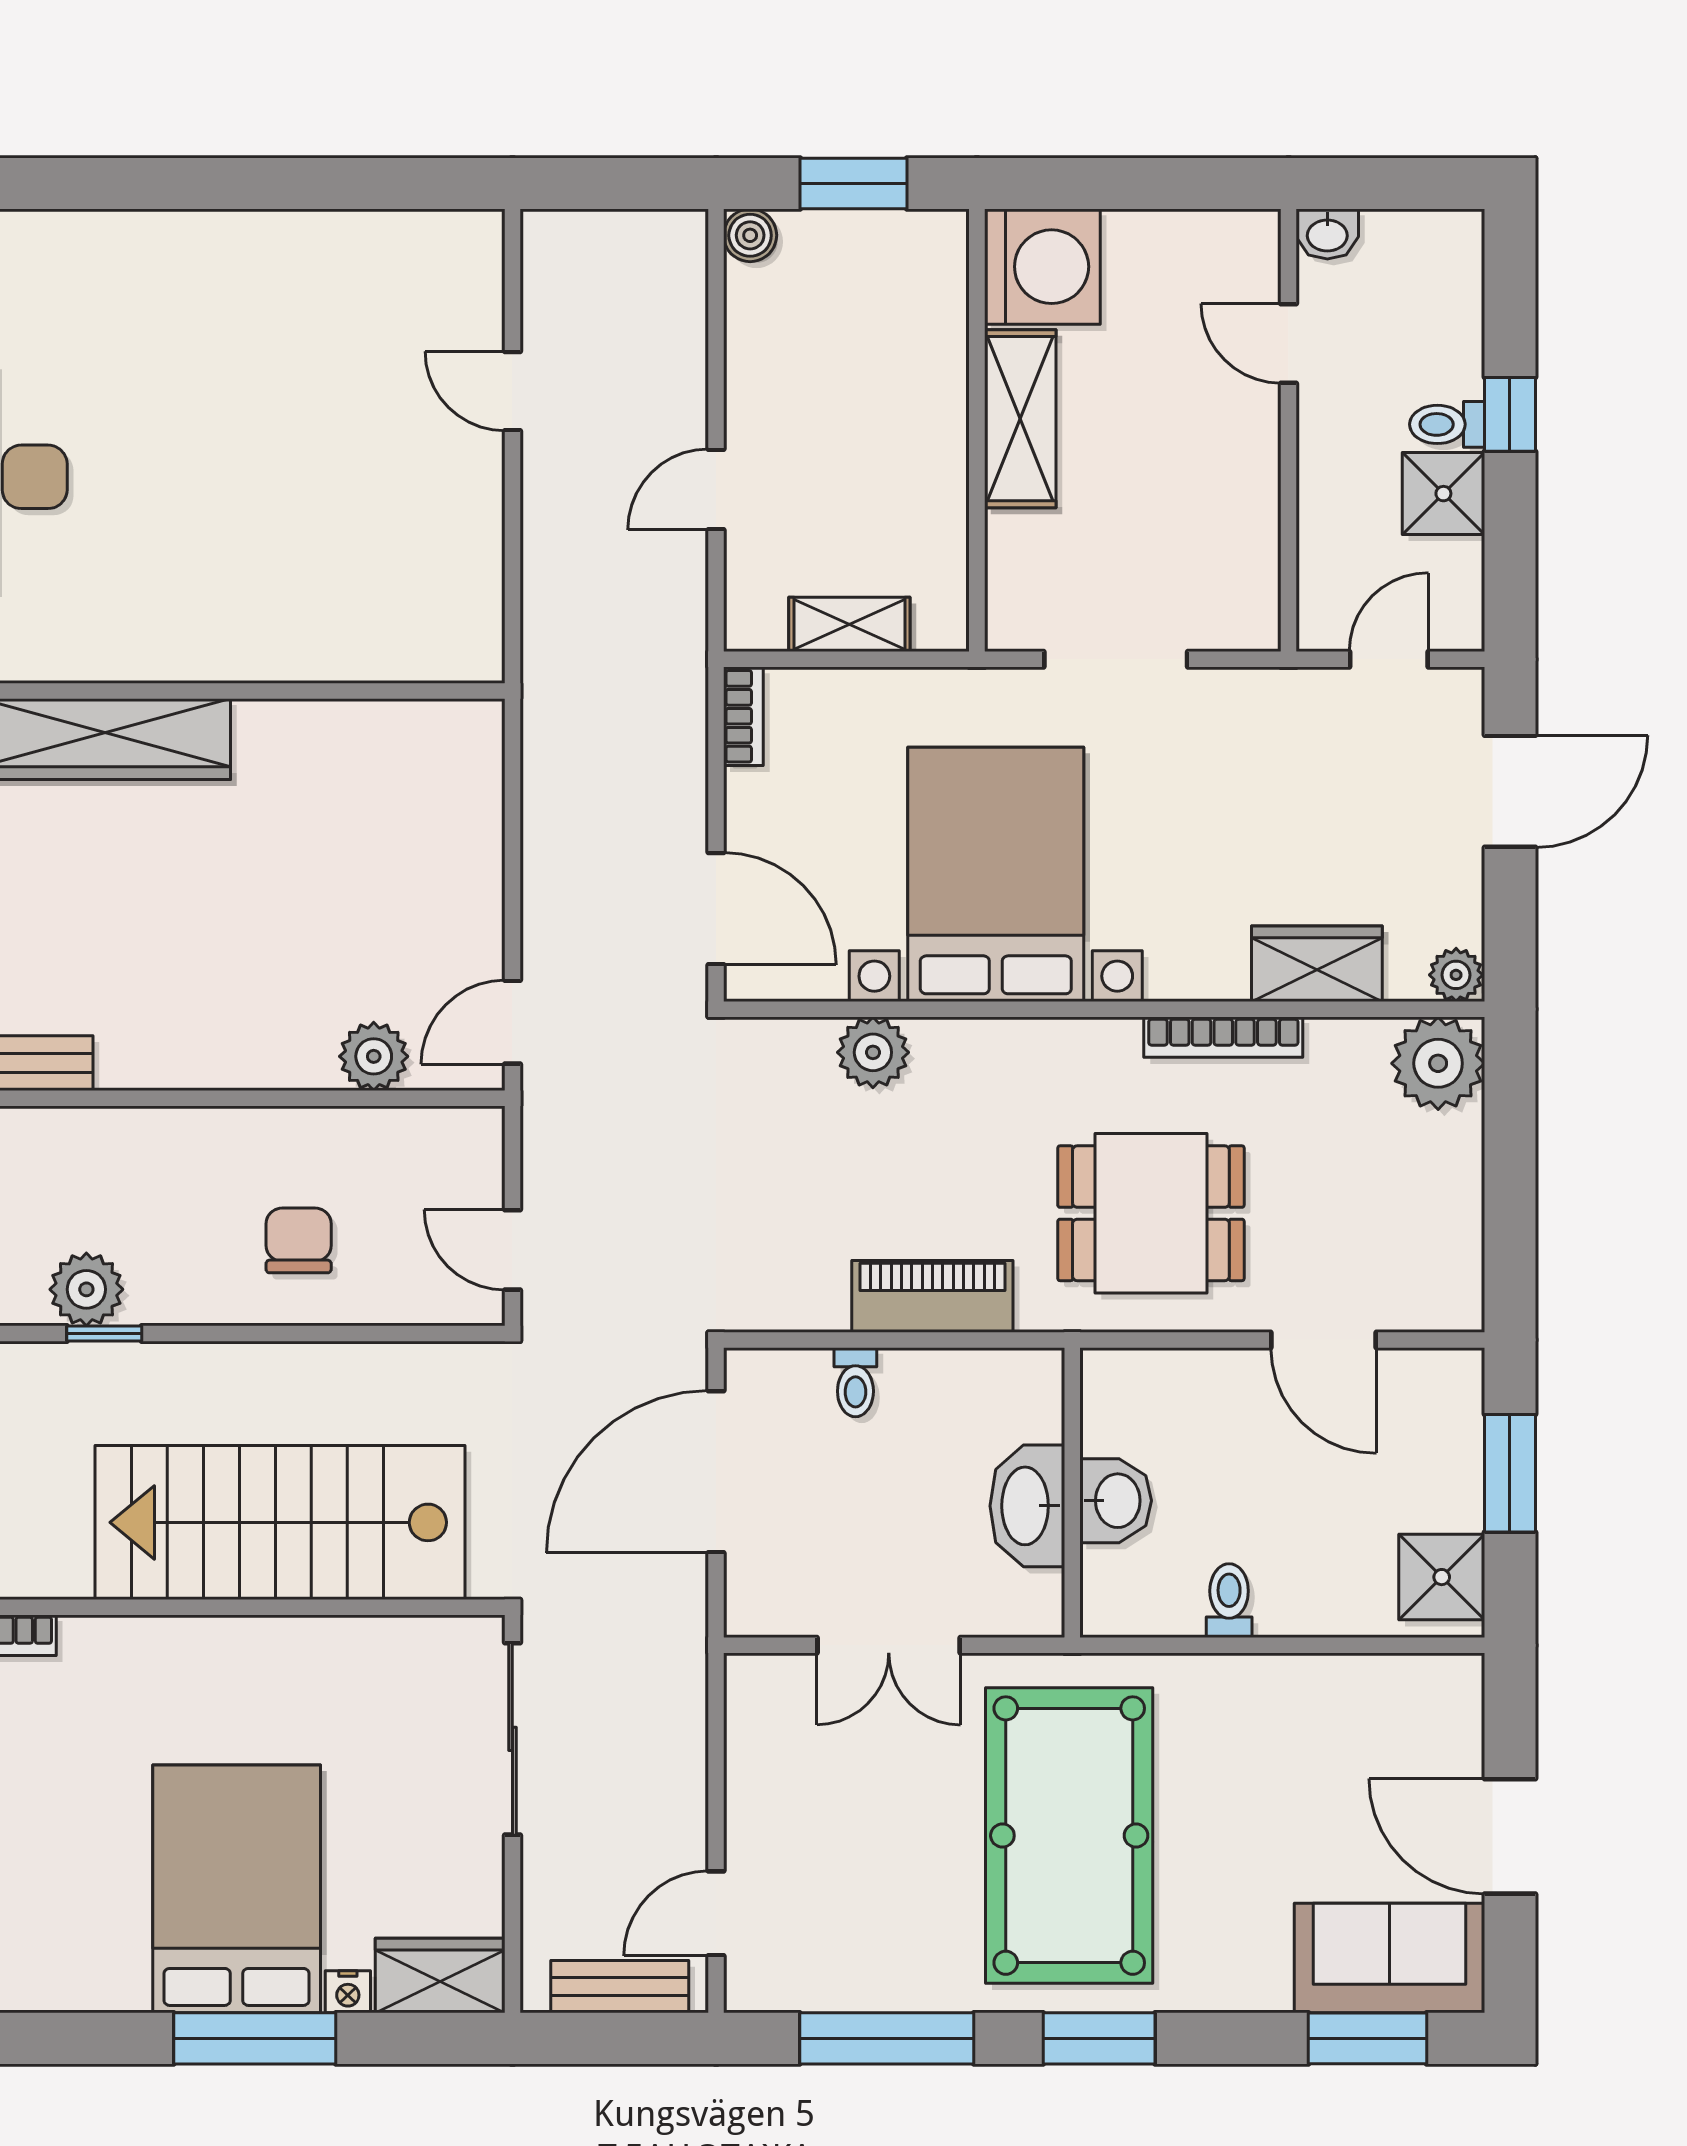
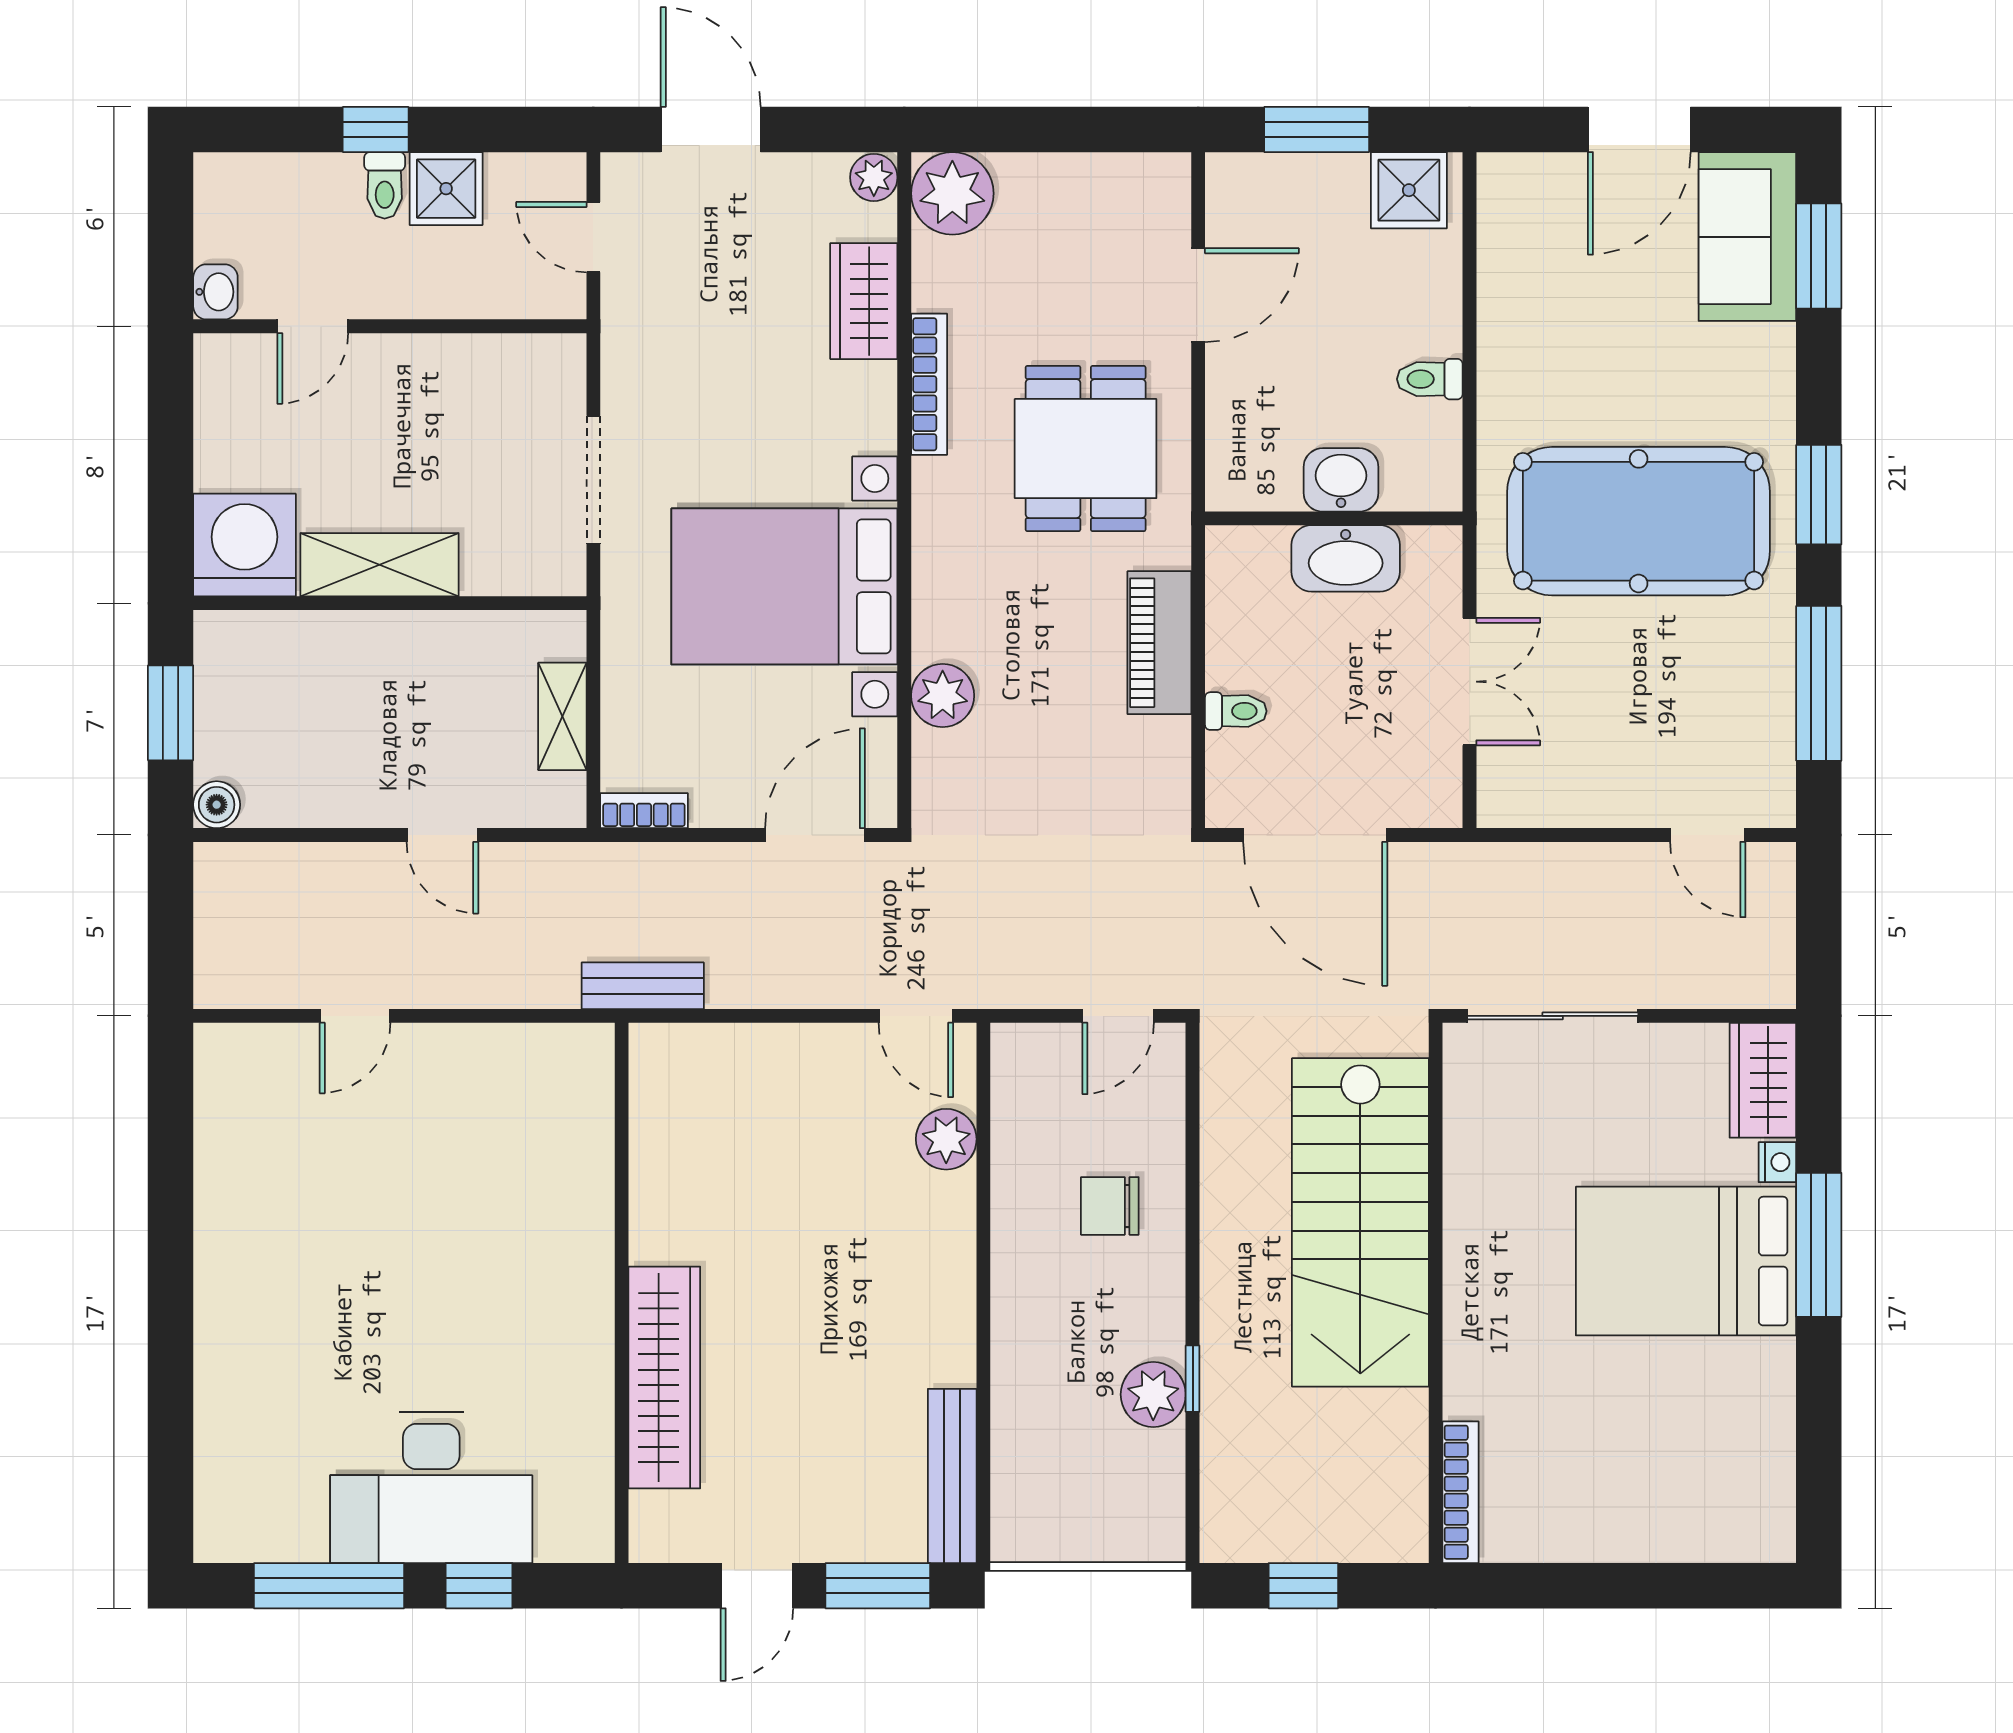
bench: (620, 1987) -> (643, 986), moved, turned 90

